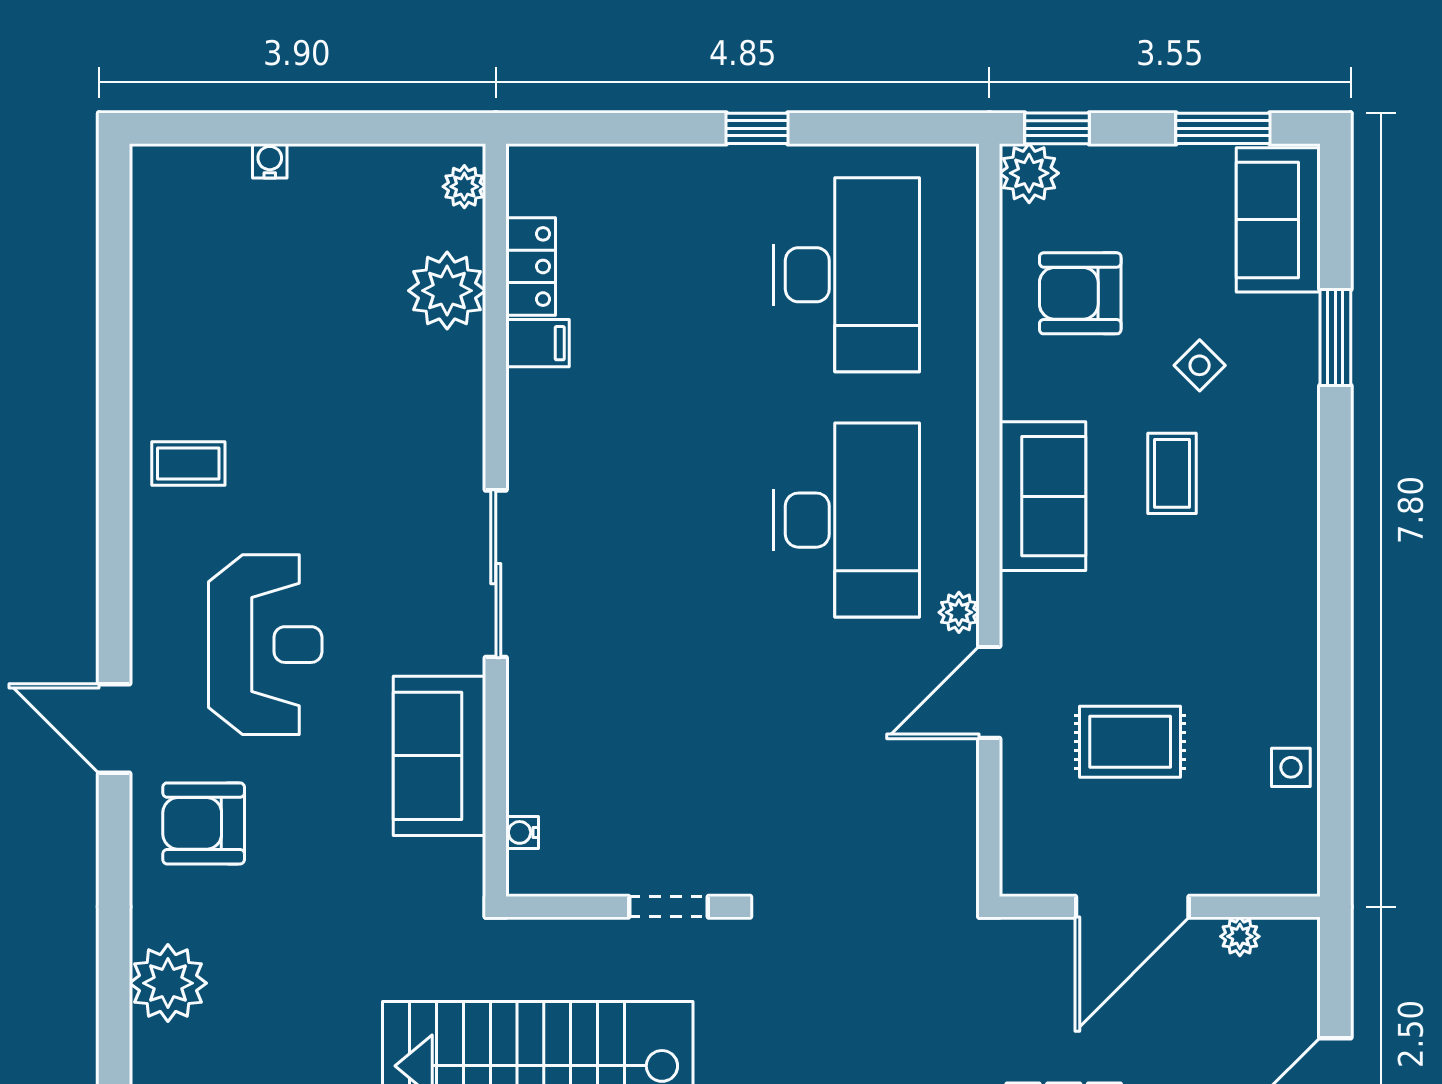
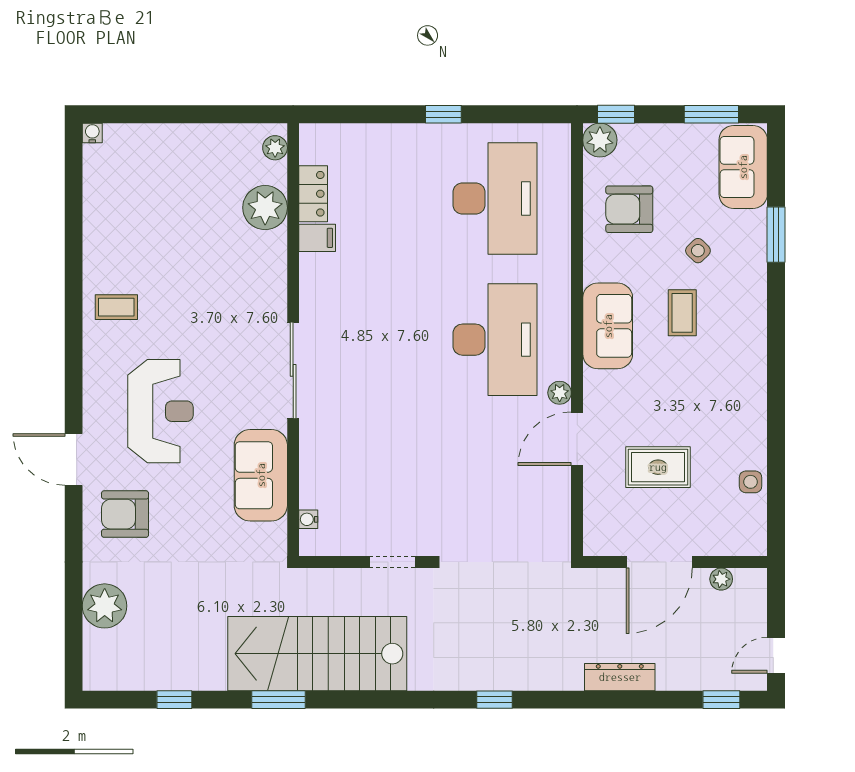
water cooler: (270, 161) -> (92, 133), moved

